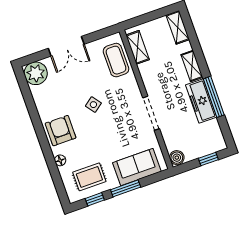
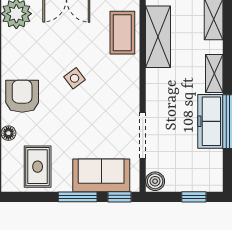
shelving: (138, 47) -> (158, 37), width x1.50, depth x1.33
doorway: (151, 113) -> (143, 135), moved
rug: (89, 177) -> (38, 167), turned 90
window: (95, 199) -> (119, 197), moved

